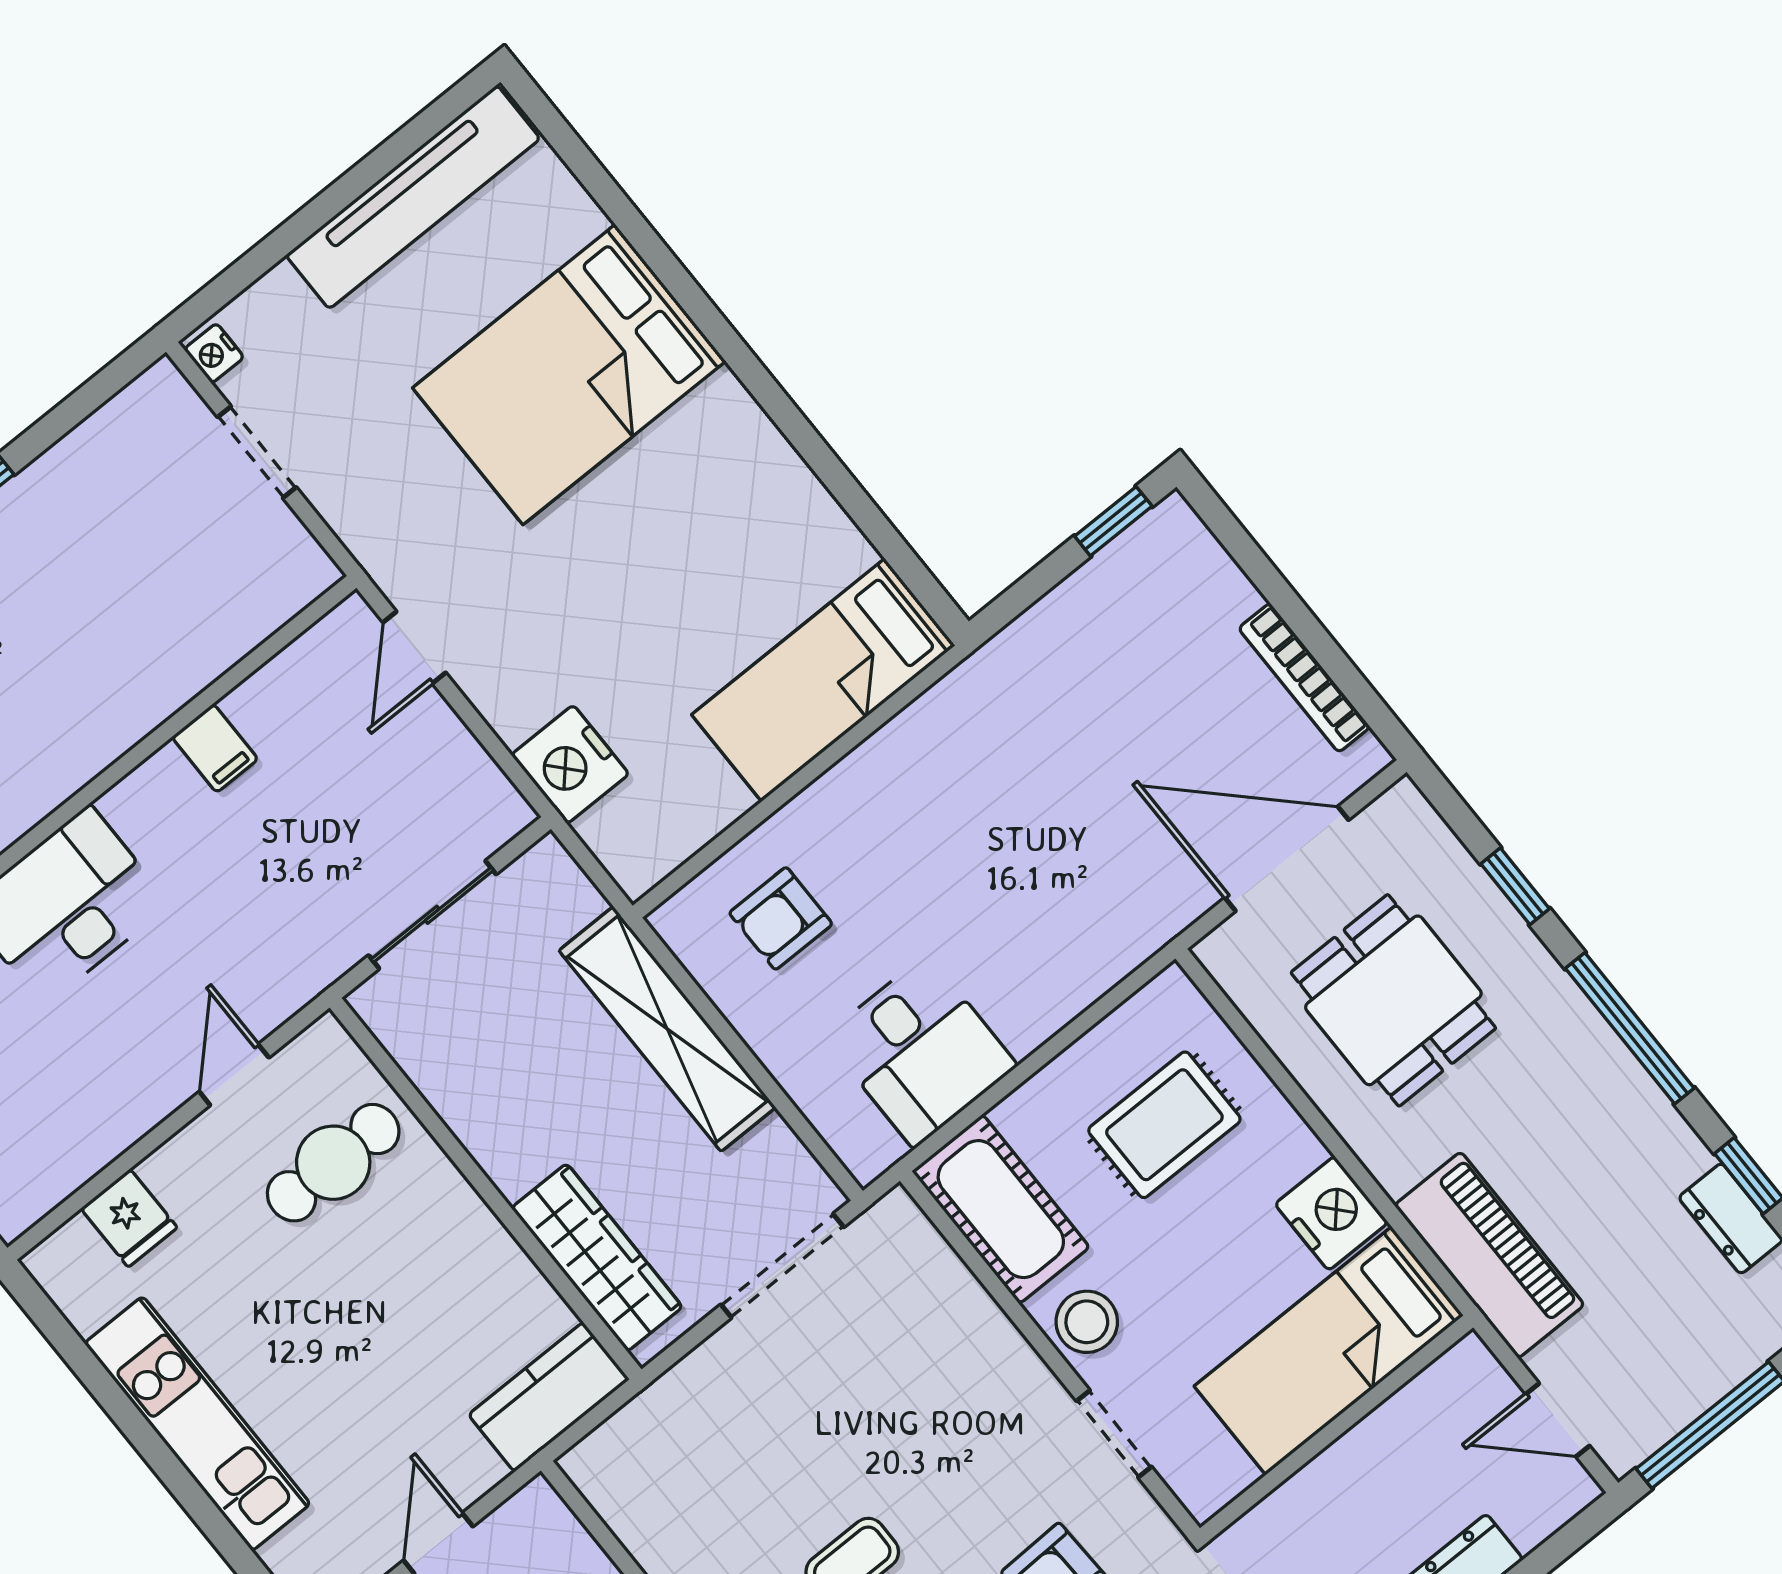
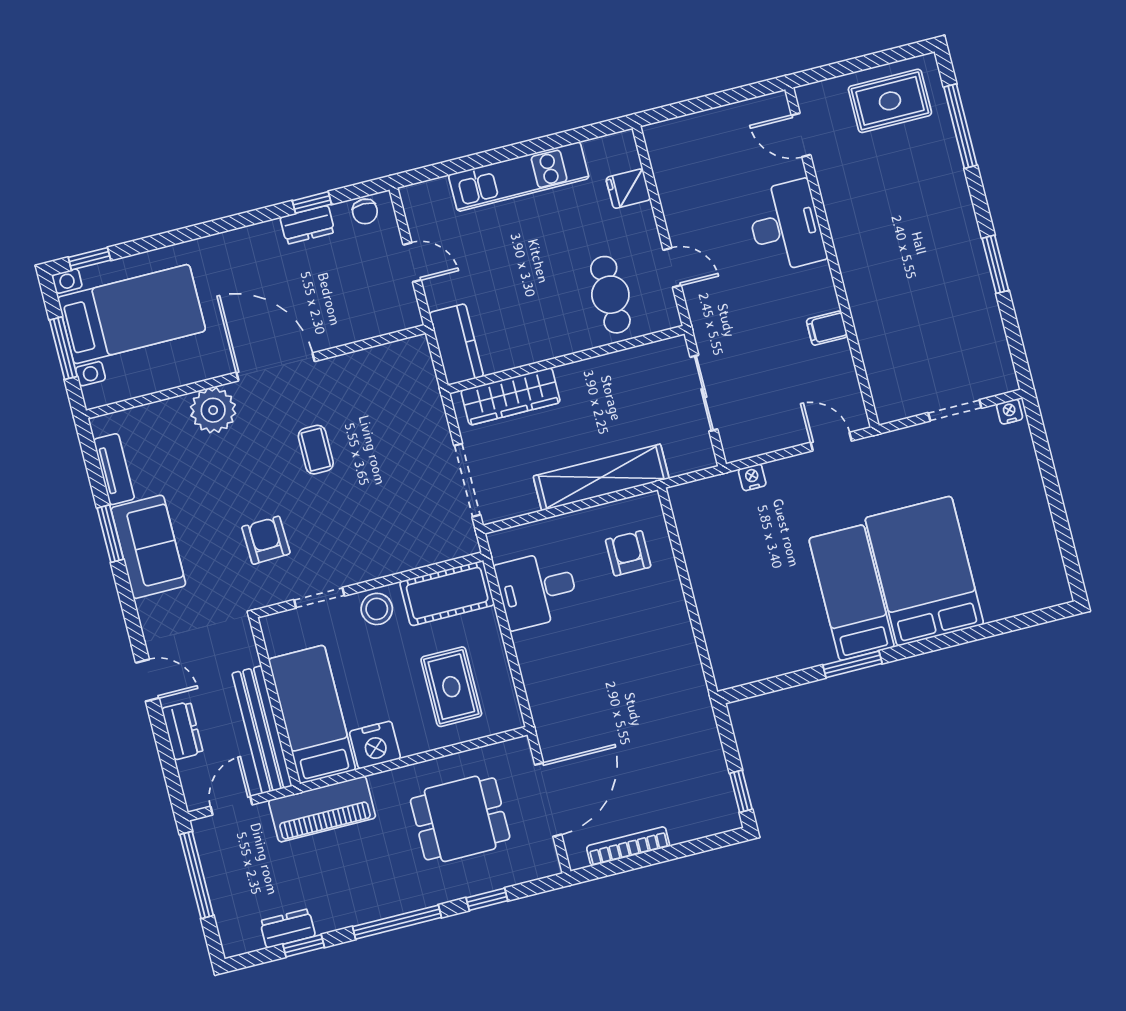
tv unit: (413, 197) -> (1039, 537), removed
window: (795, 426) -> (852, 664), added
bed: (823, 680) -> (852, 593), moved
nightstand: (570, 764) -> (752, 477), width x0.53, depth x0.56
bench: (1397, 1428) -> (262, 730), added

